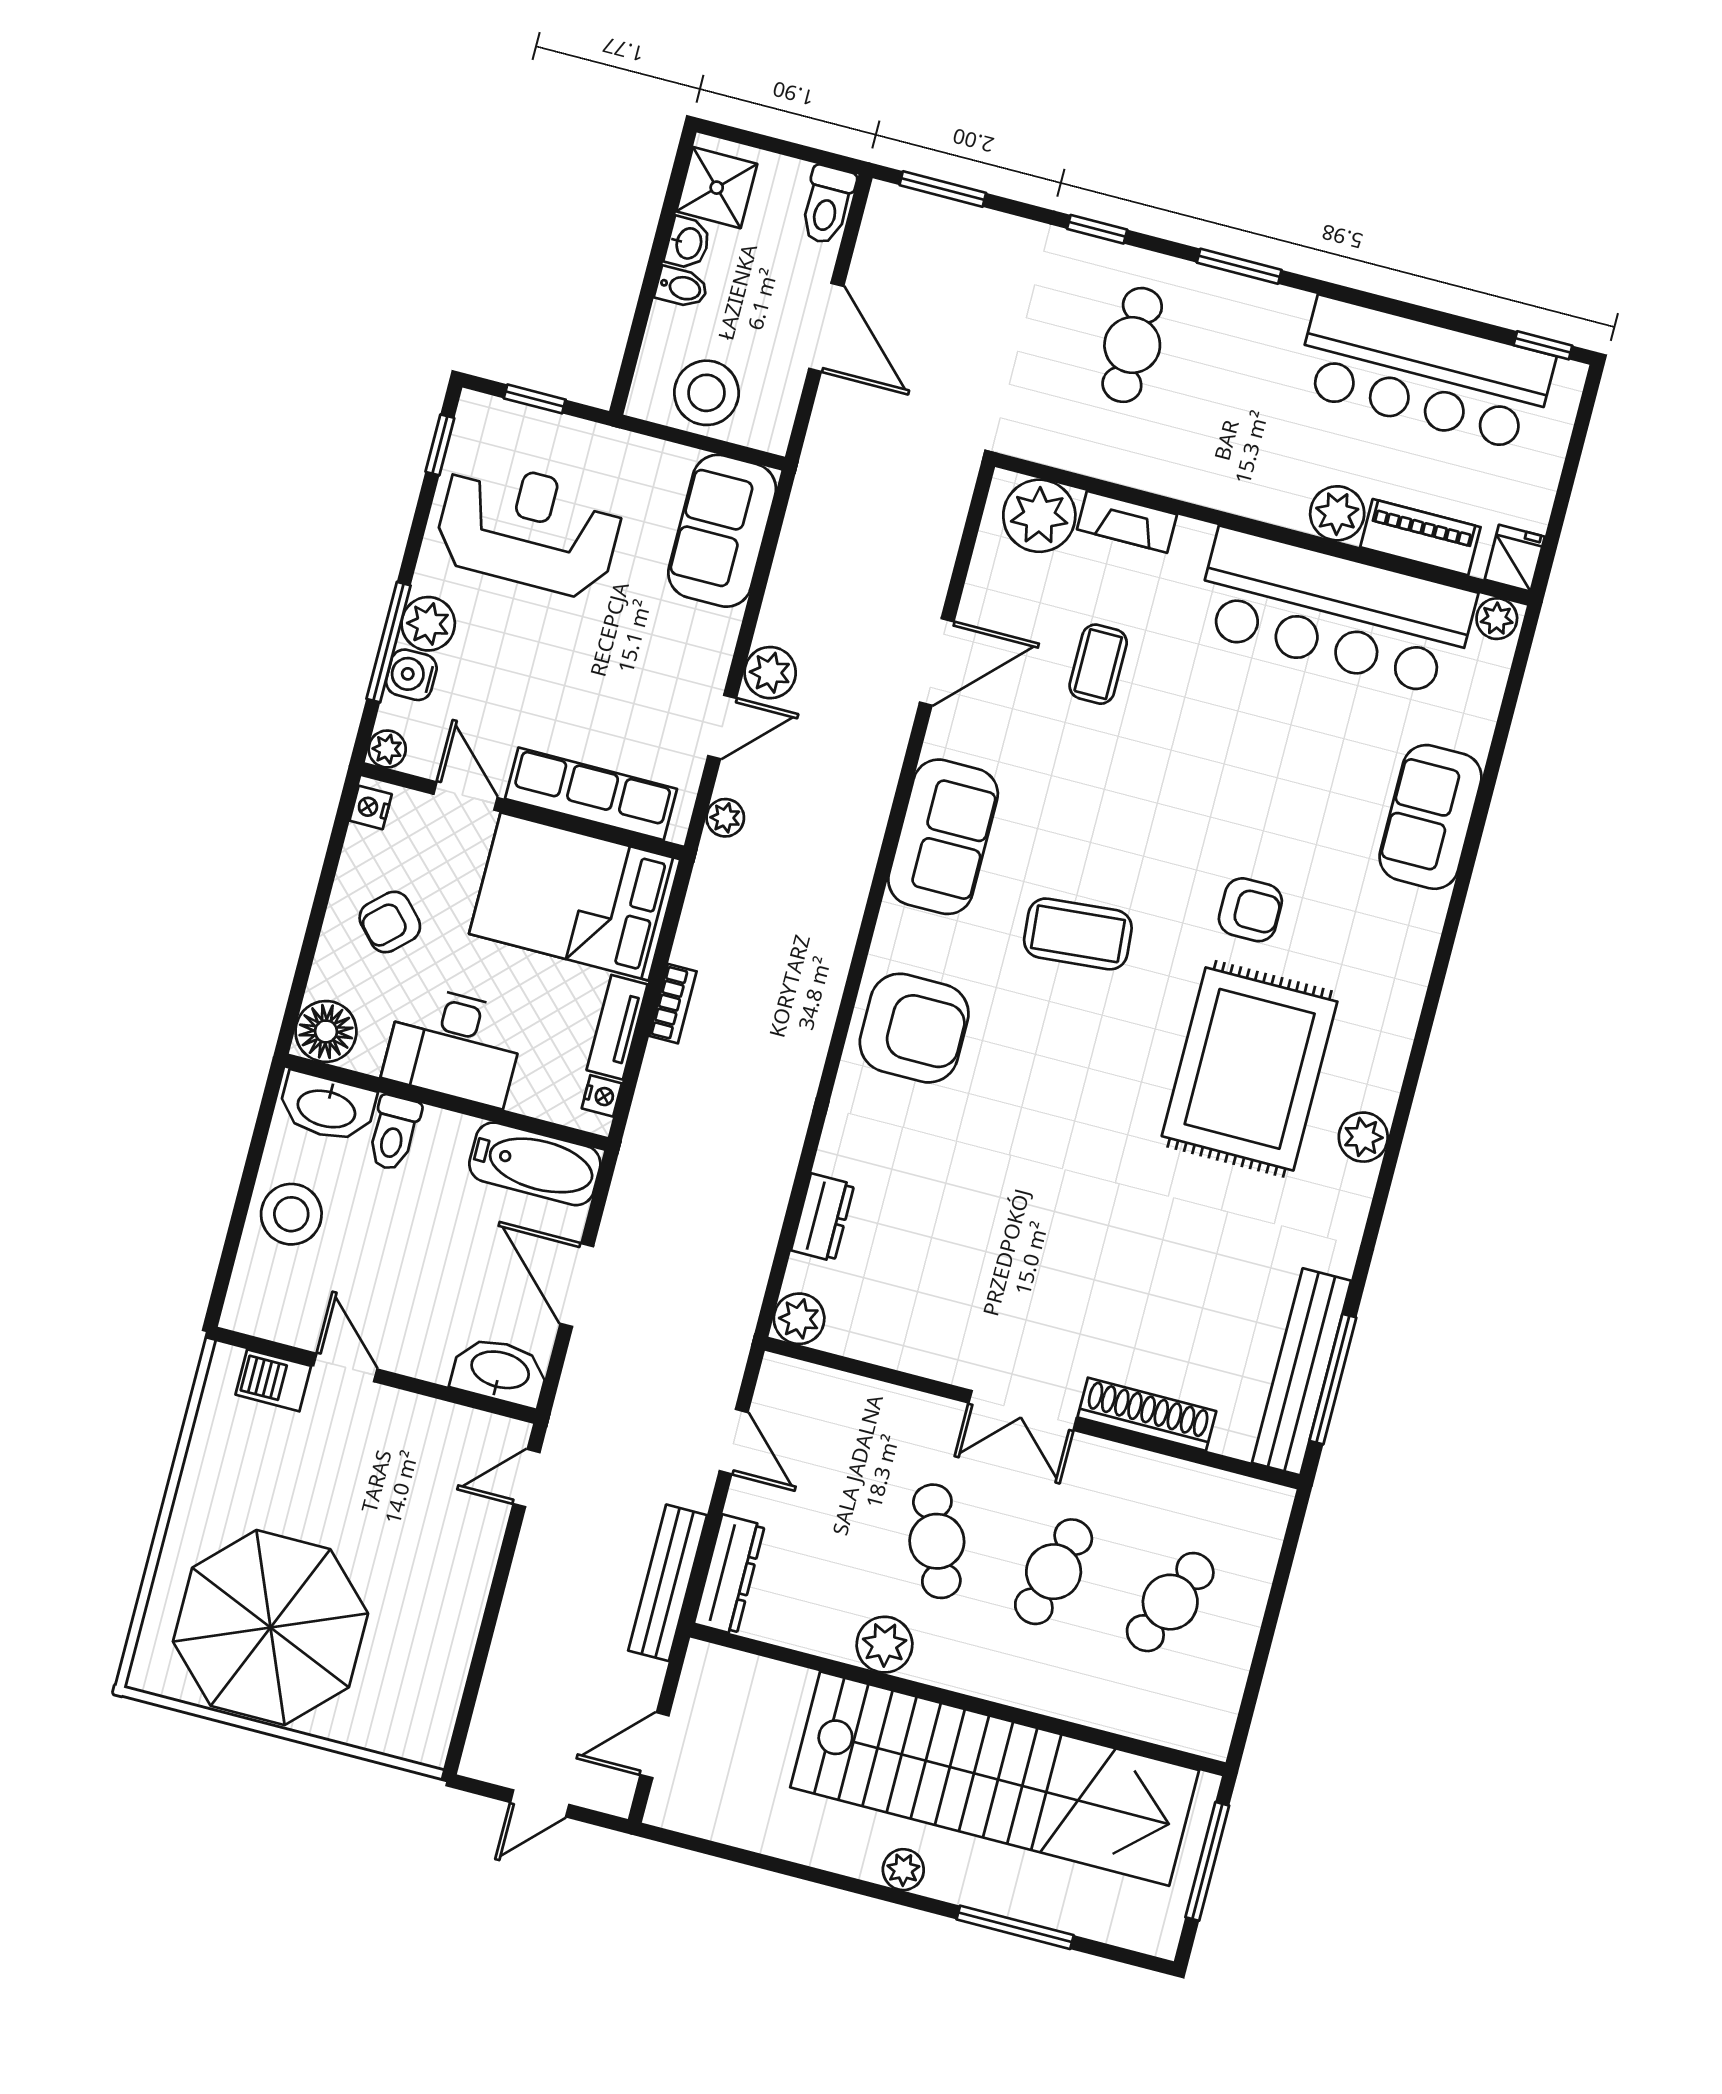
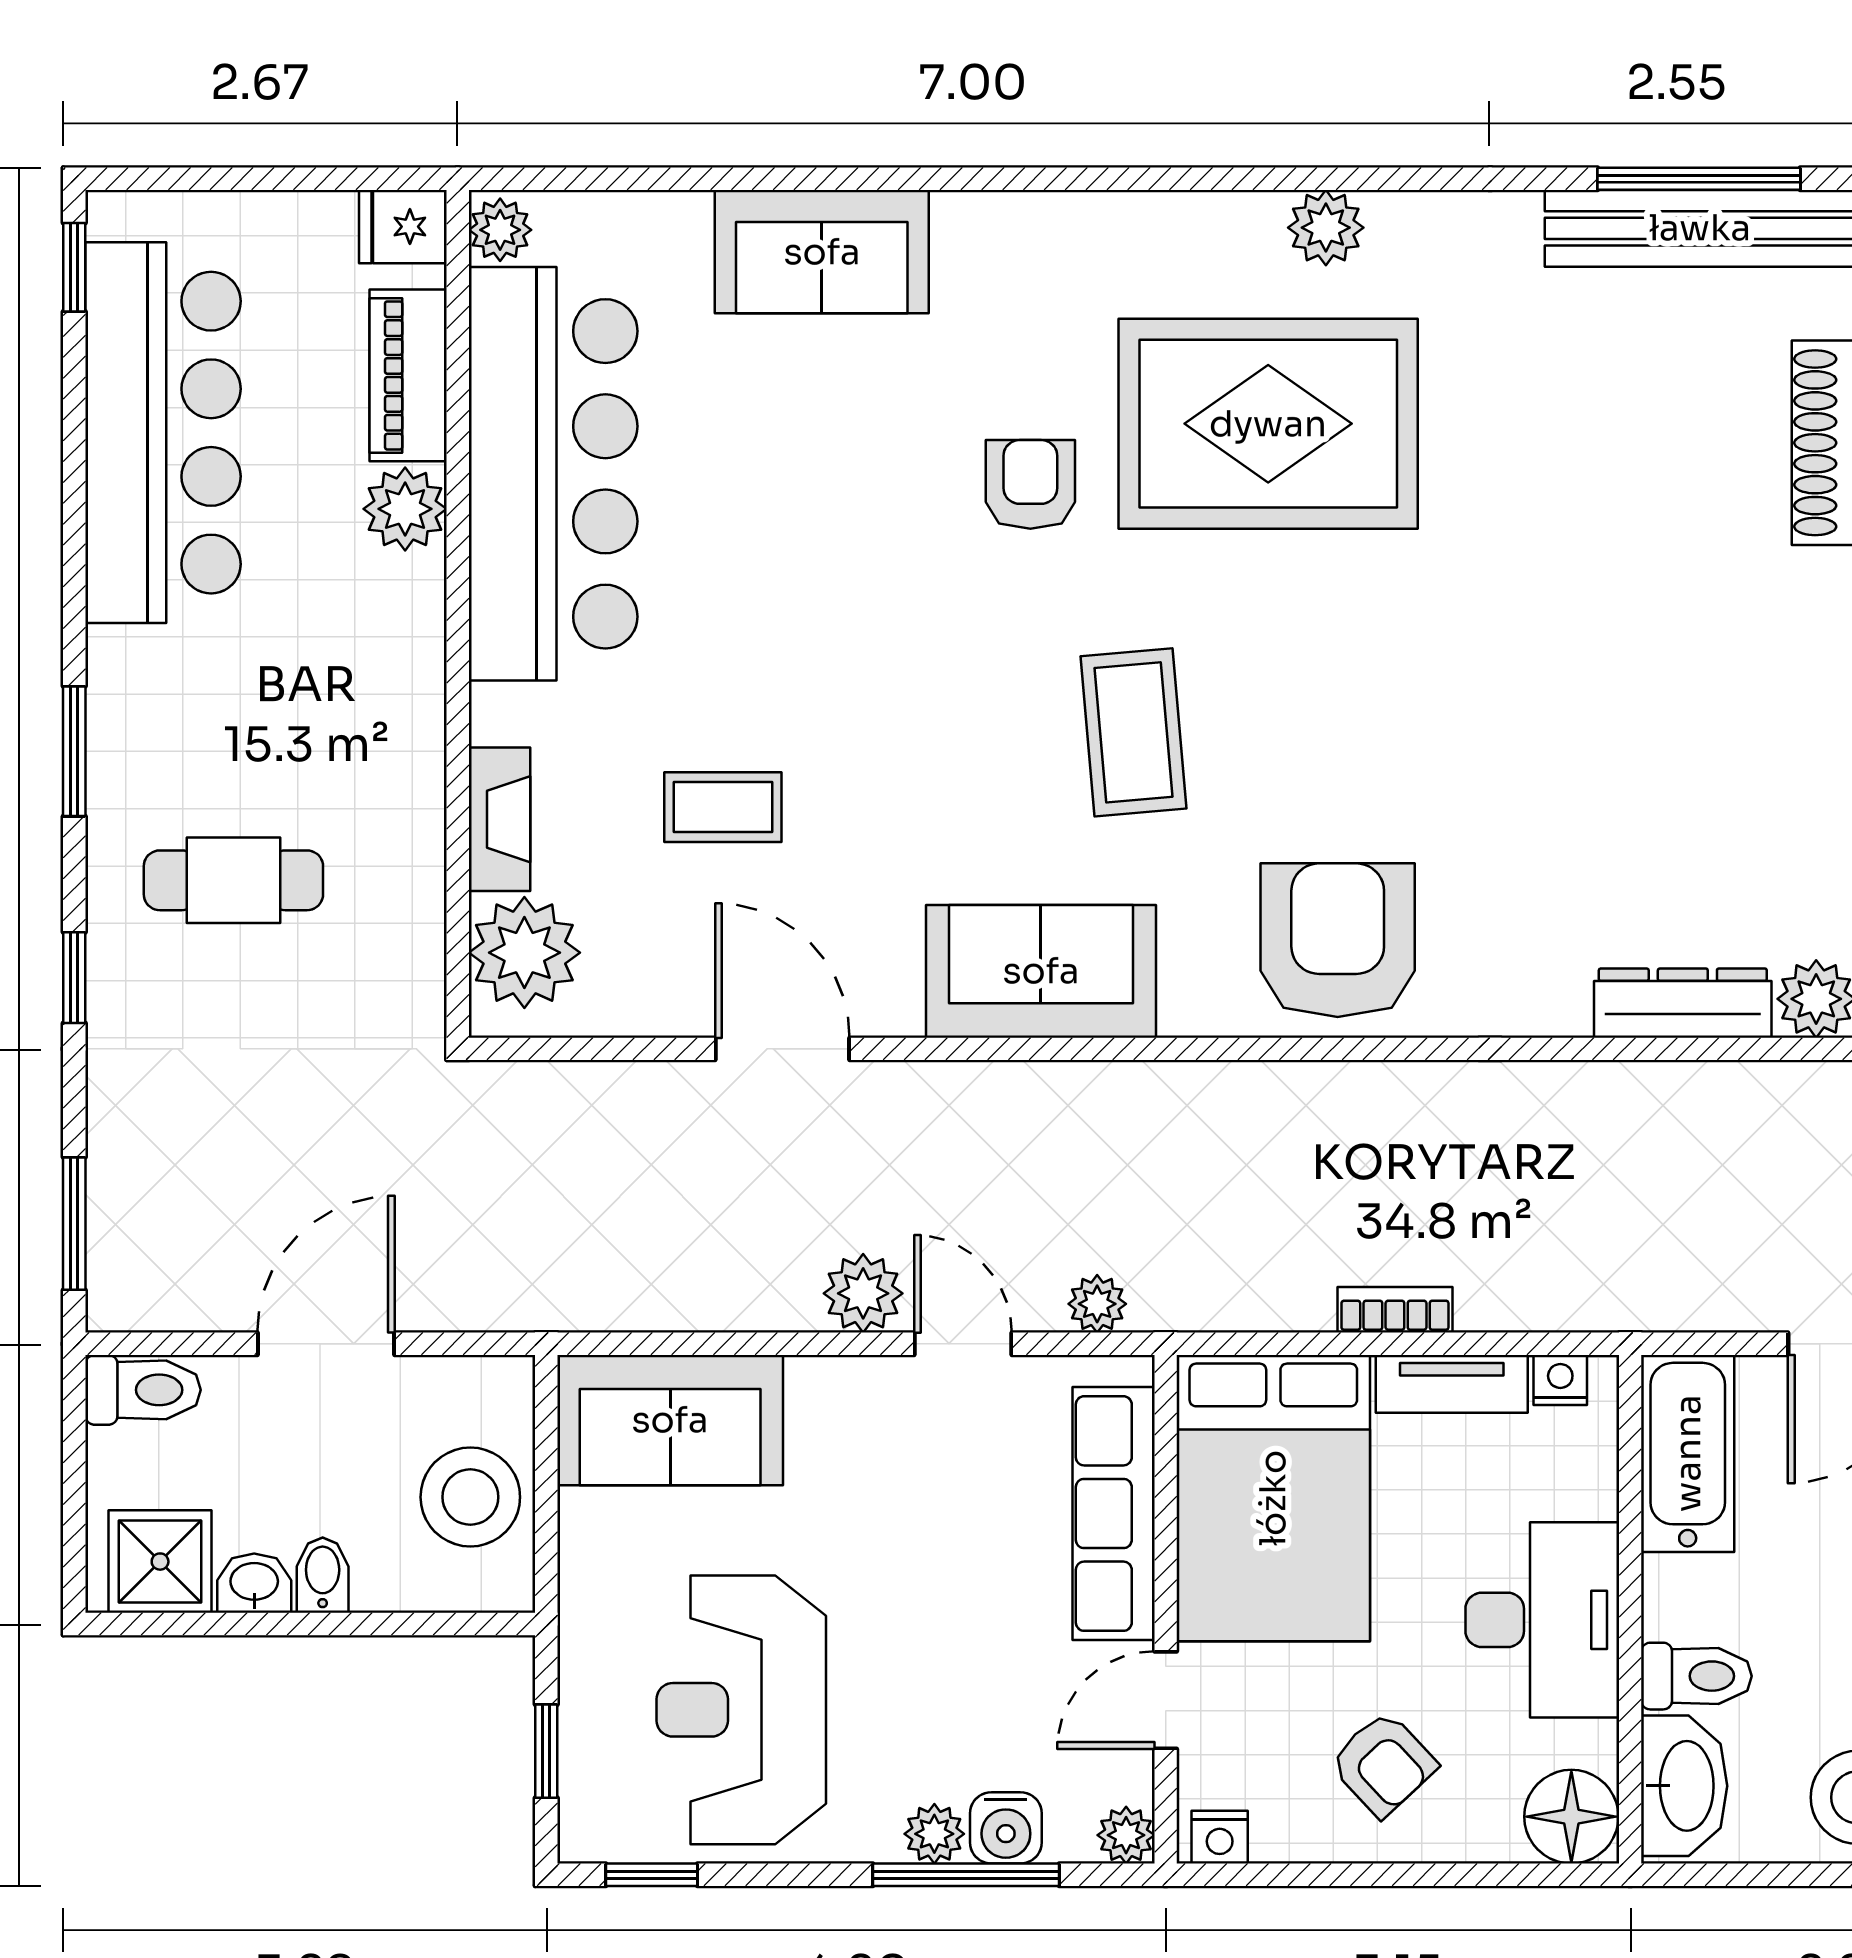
plant: (428, 624) -> (934, 1834), width x0.73, depth x0.73
dresser: (823, 1217) -> (1683, 1003), width x1.44

